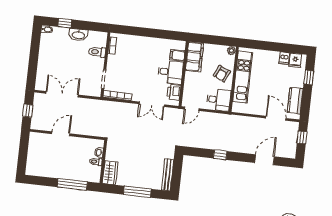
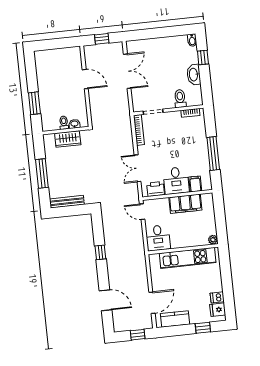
window: (153, 33) -> (213, 153), added
filing cabinet: (195, 57) -> (185, 204), moved
armchair: (222, 74) -> (186, 235), removed
wardrobe: (110, 173) -> (68, 139), moved
window: (72, 184) -> (34, 103), width x0.69

